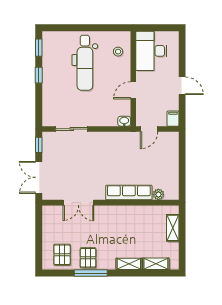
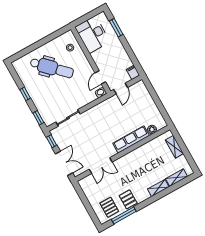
window: (39, 48) -> (38, 118), moved
window: (182, 58) -> (116, 28), added
dental chair: (85, 63) -> (52, 68), turned -45
door: (182, 86) -> (127, 47), removed
door: (133, 90) -> (100, 77), moved
double door: (39, 177) -> (64, 163), swing flipped
window: (91, 273) -> (124, 215), moved

